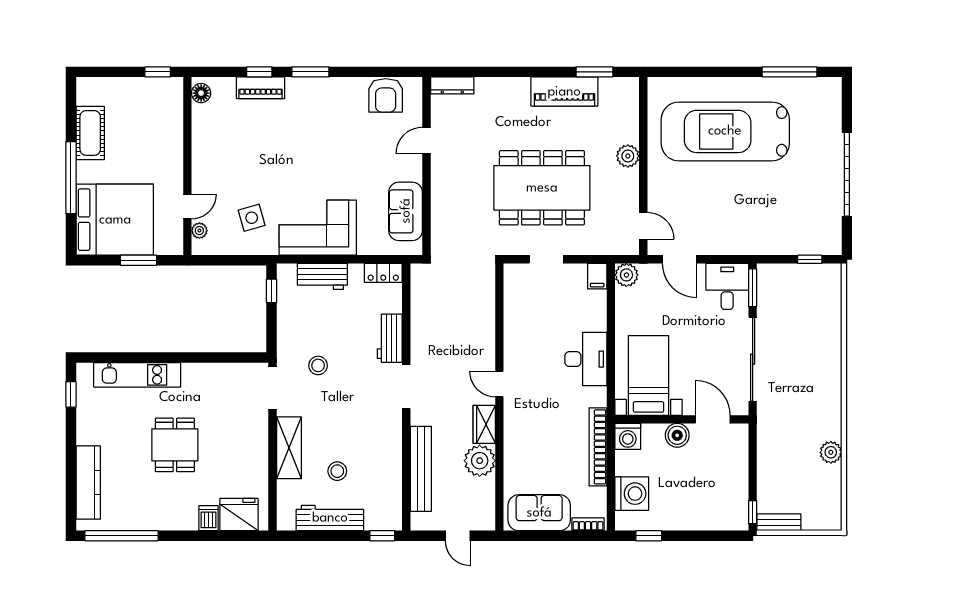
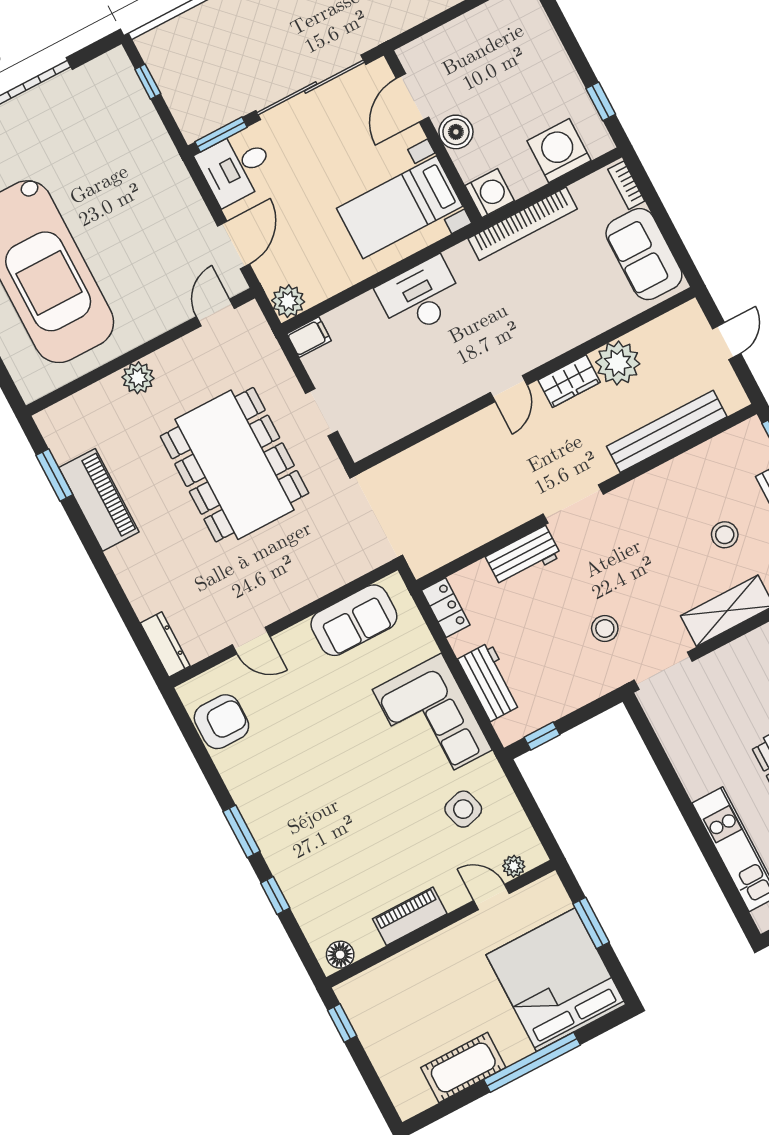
piano: (261, 88) -> (410, 916), moved, turned -90

